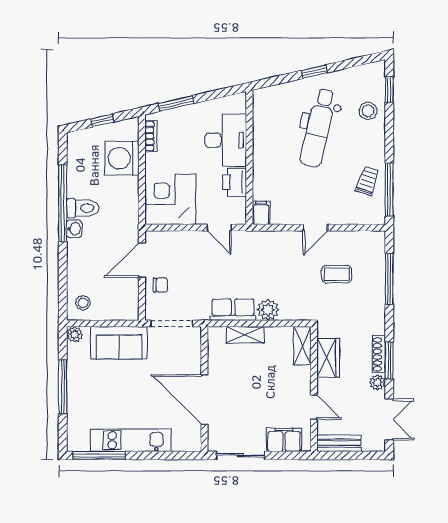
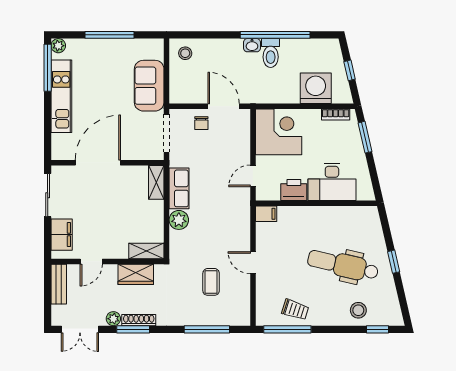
plant: (75, 334) -> (58, 46), moved
shelving: (245, 335) -> (156, 182), moved

